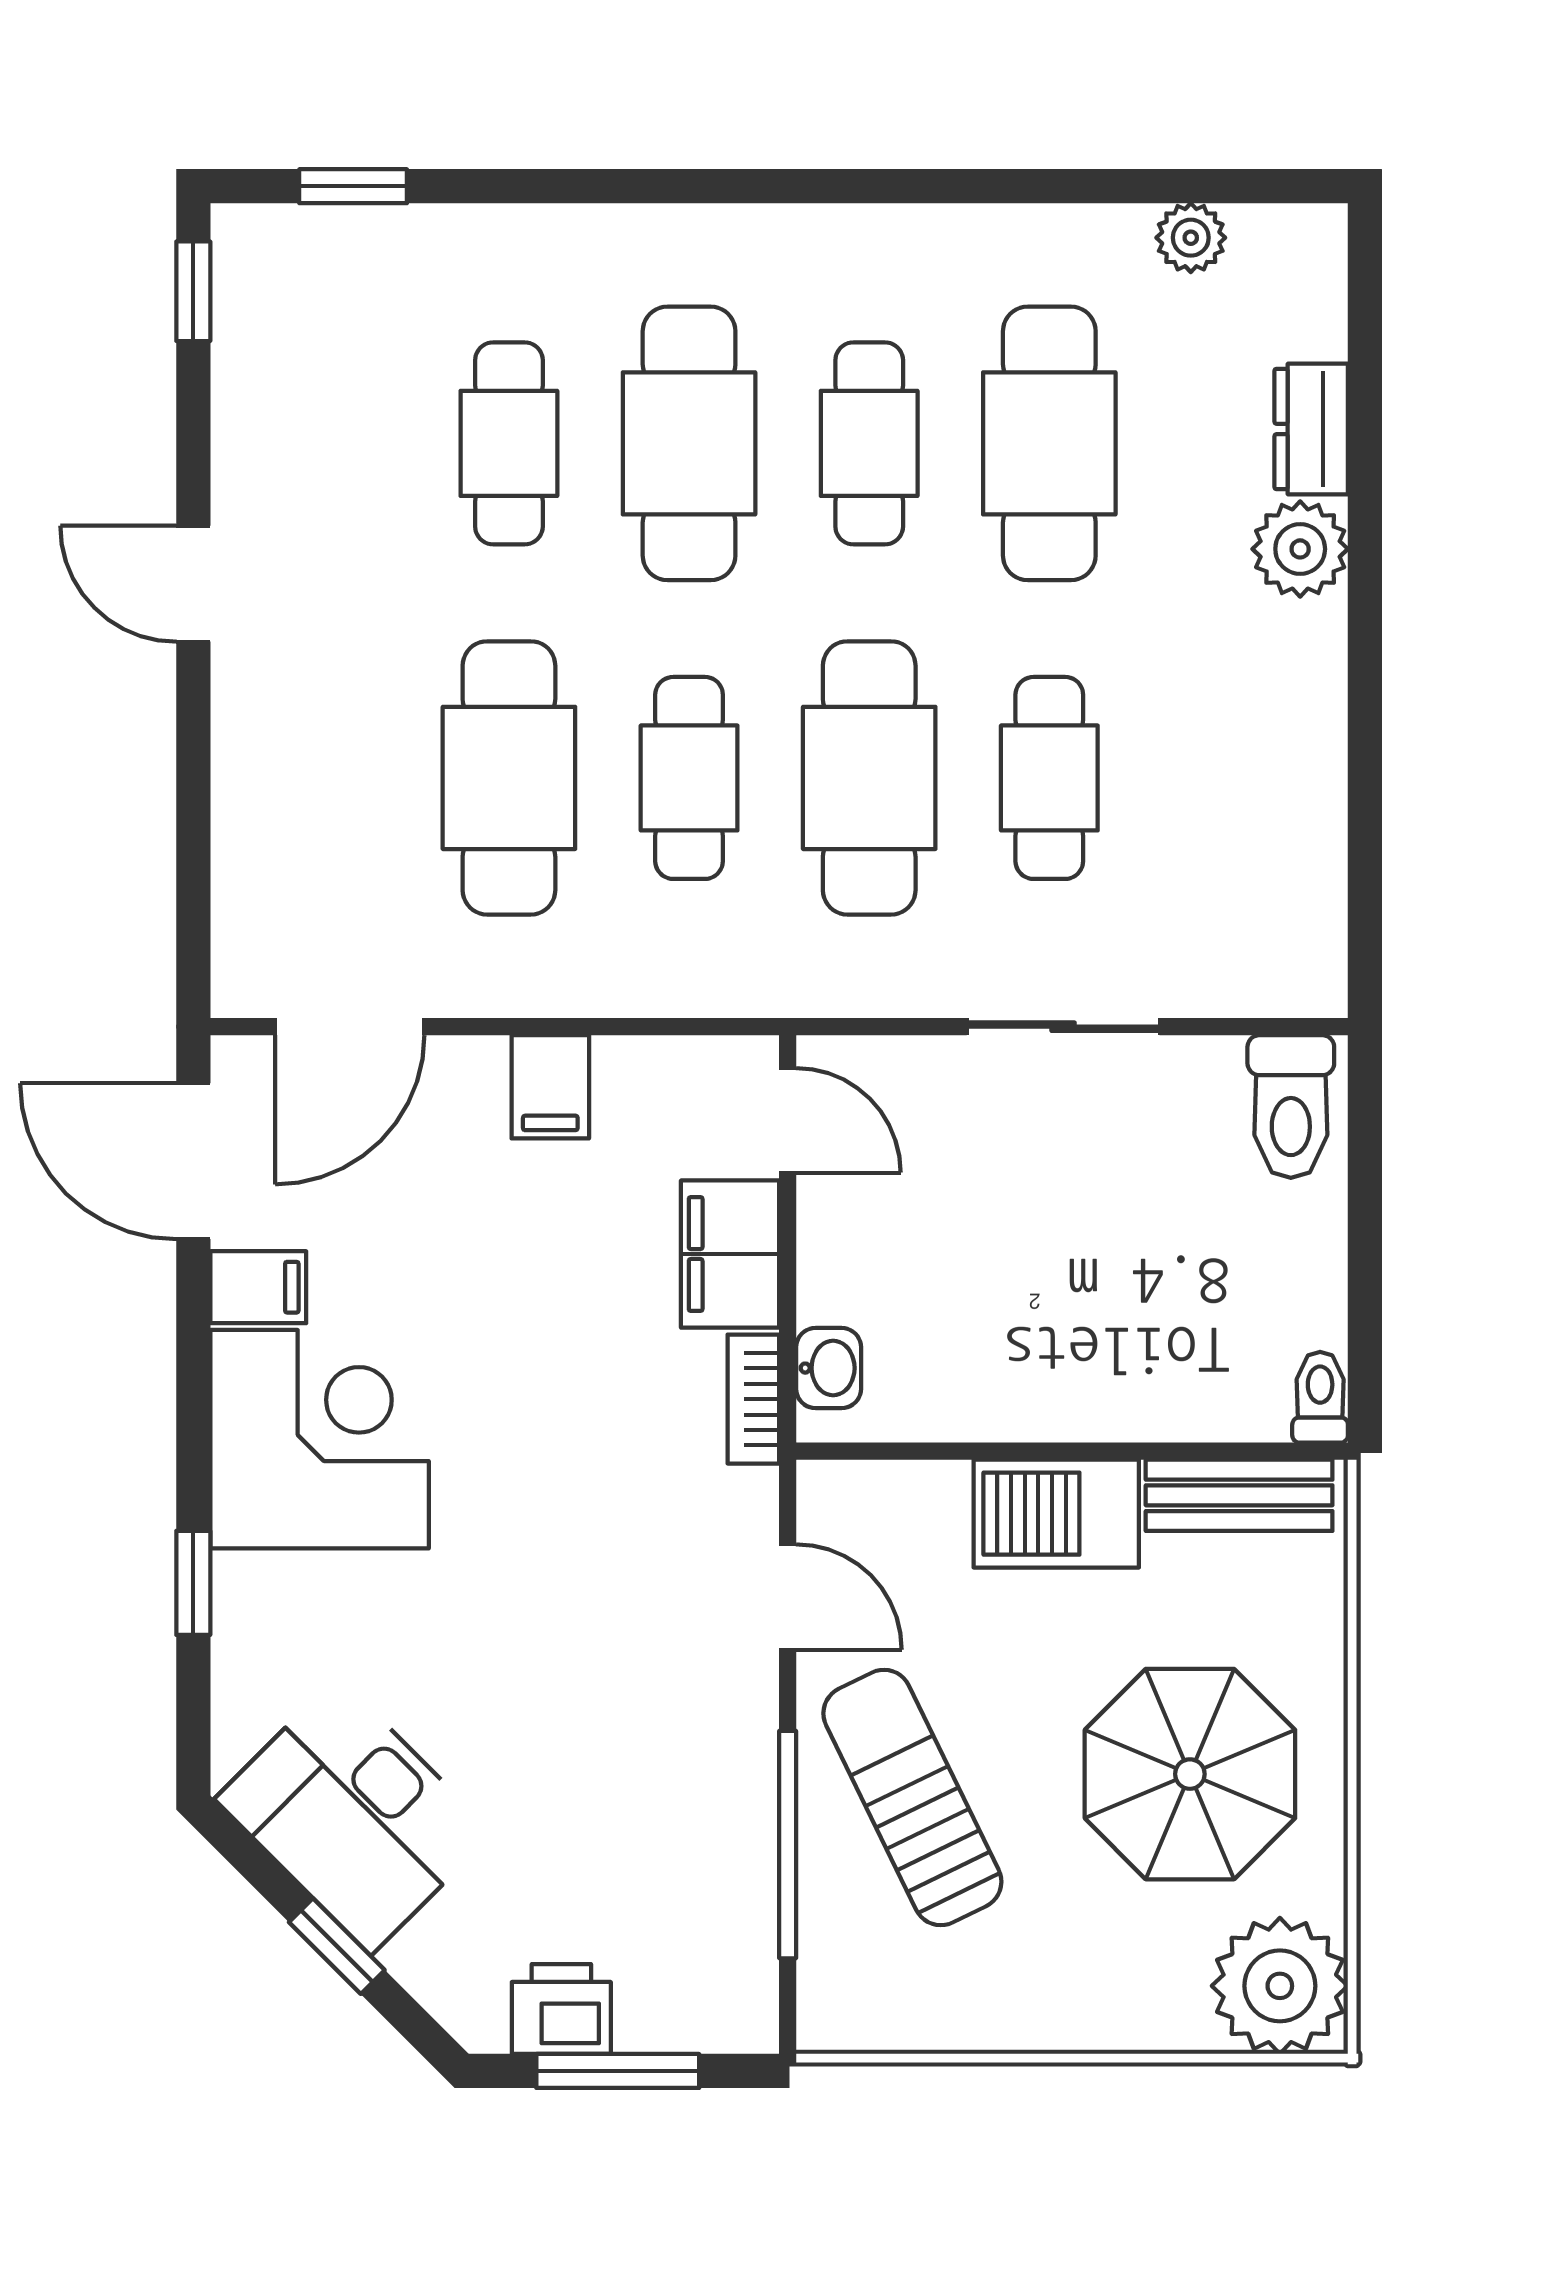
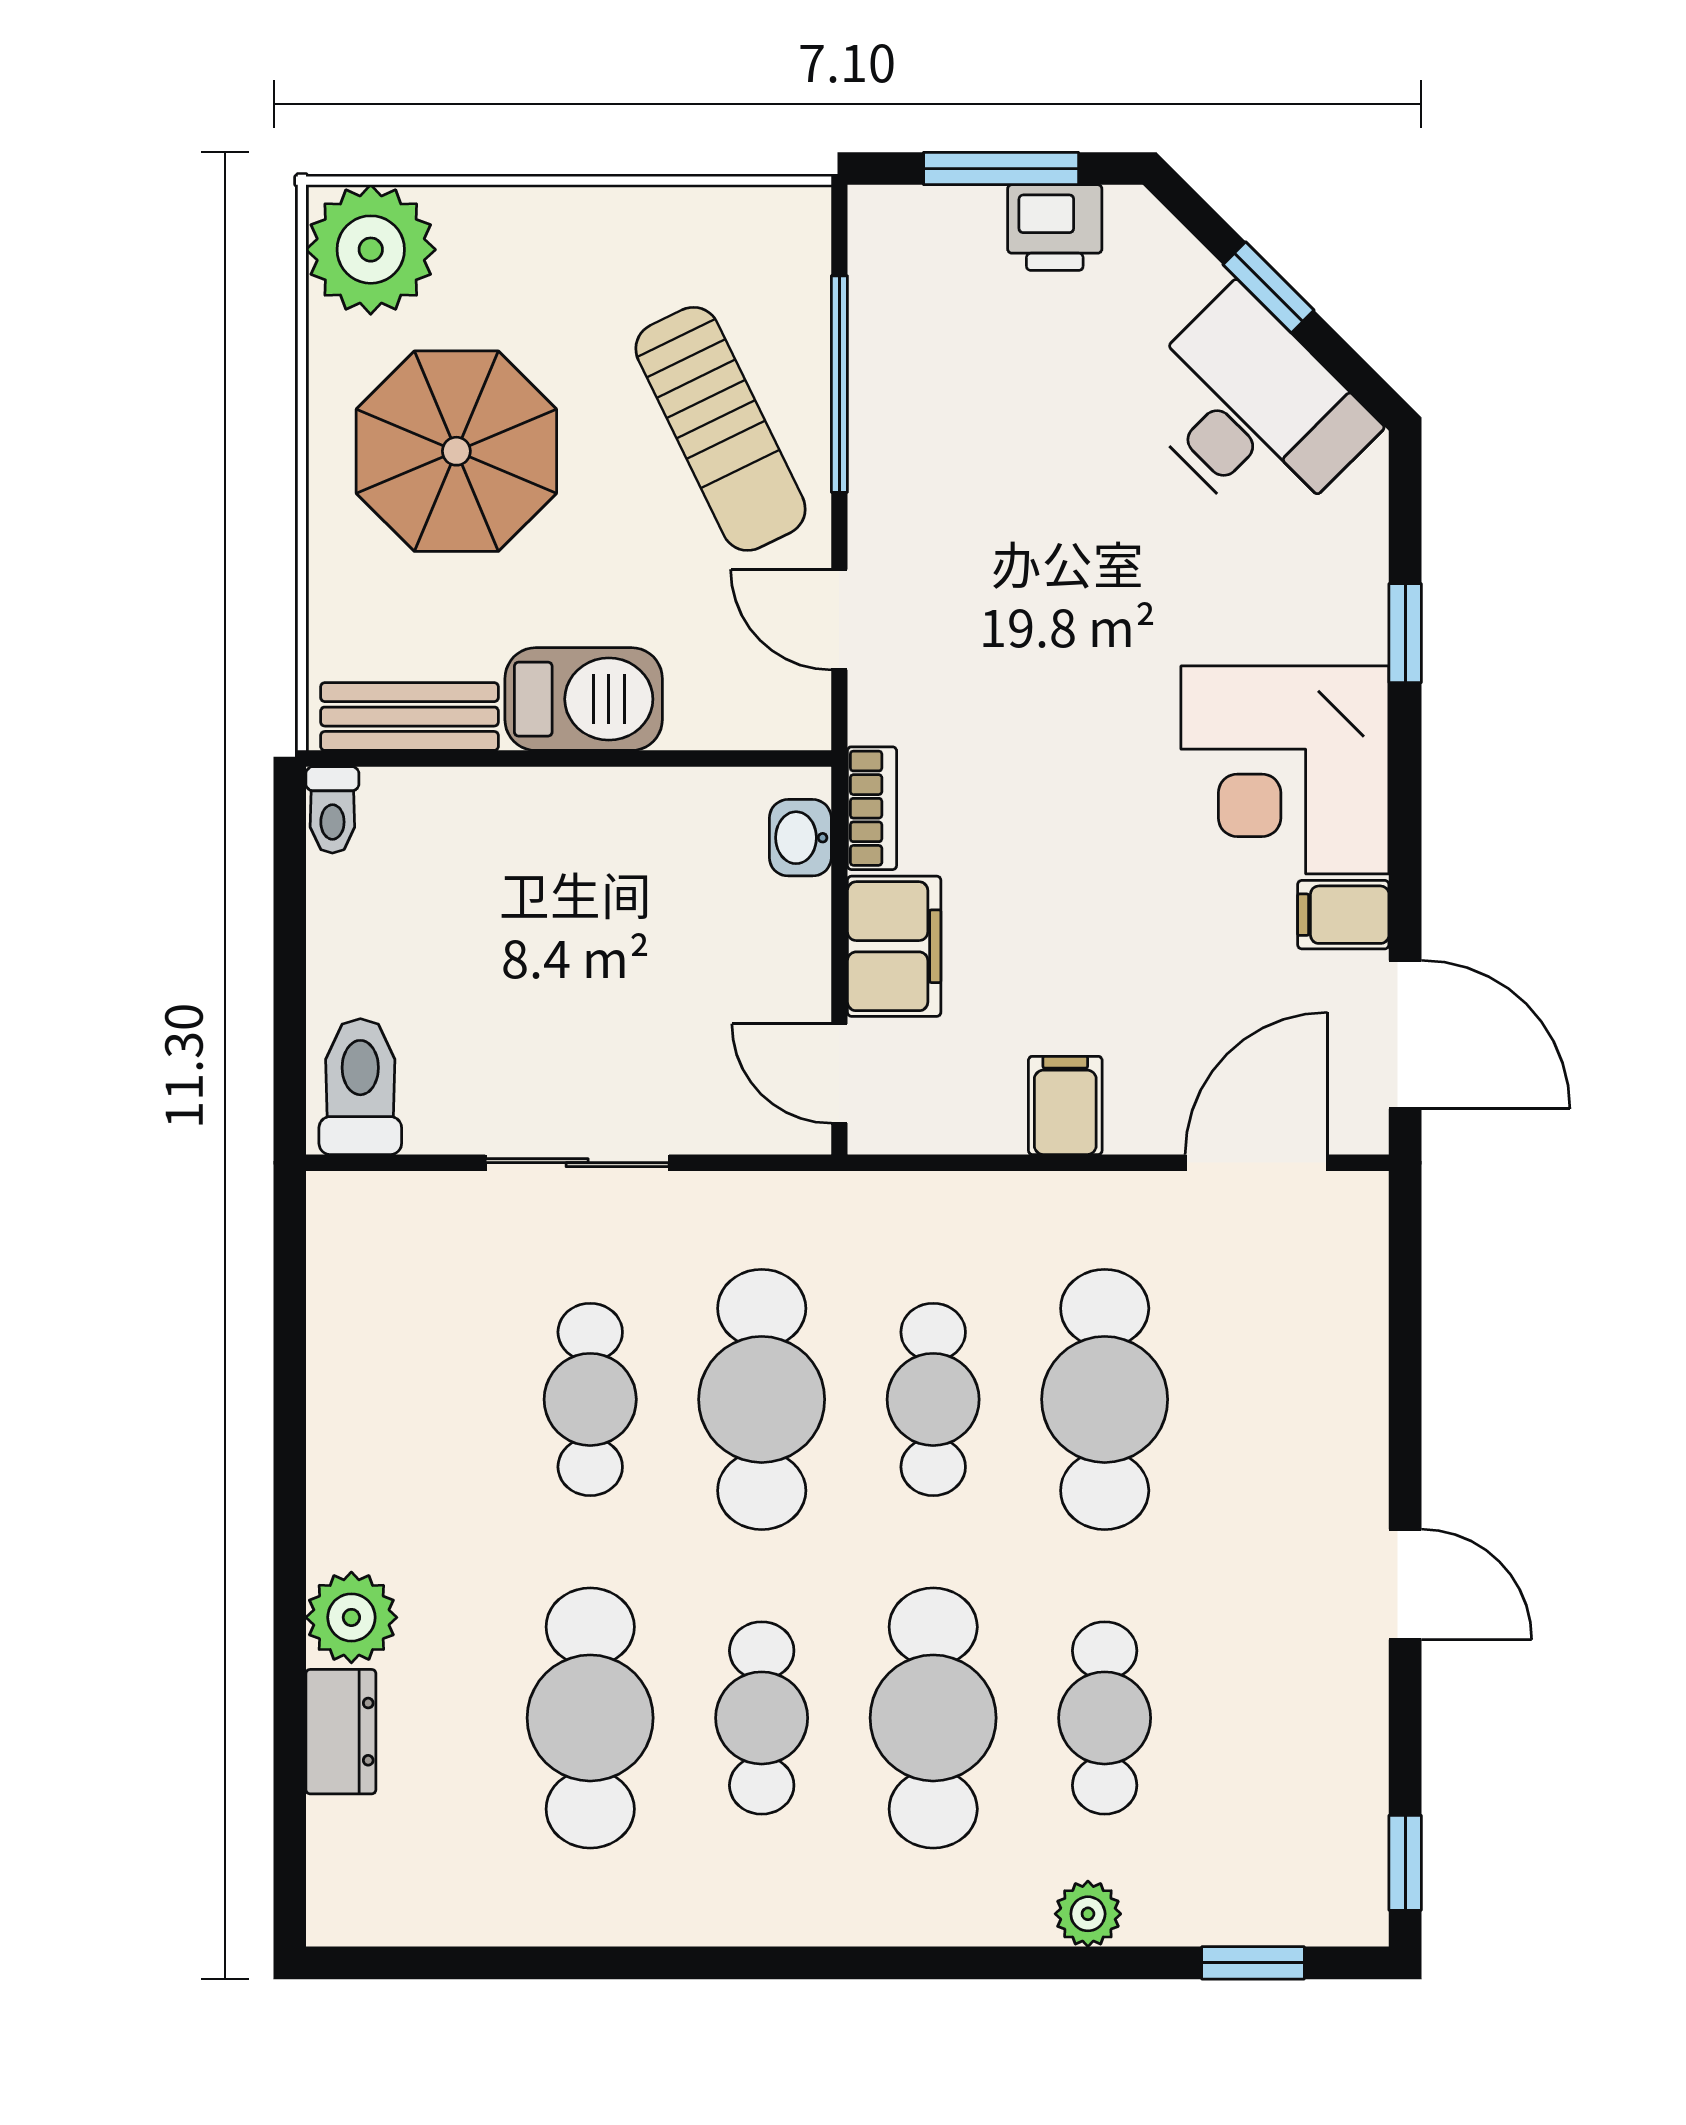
plant: (1191, 238) -> (1088, 1914), moved

